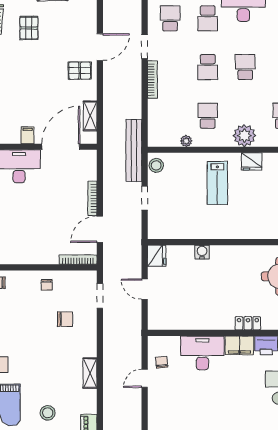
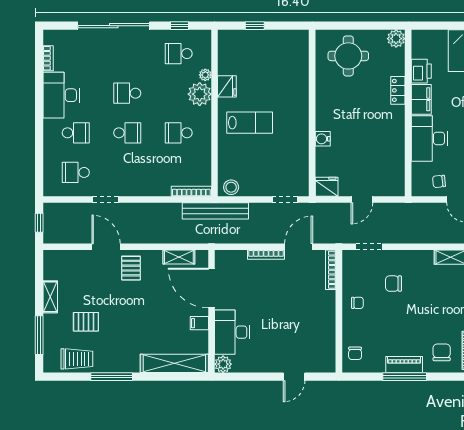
bookcase: (152, 80) -> (191, 191), moved
plant: (186, 141) -> (205, 75), moved
doorway: (145, 198) -> (285, 200), moved
door: (100, 229) -> (299, 247), swing flipped
chair: (65, 319) -> (394, 284), turned -90

